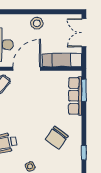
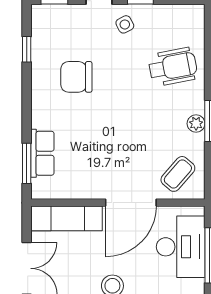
row of seats: (75, 96) -> (42, 153), width x0.68
chair: (57, 138) -> (76, 77), turned -126

